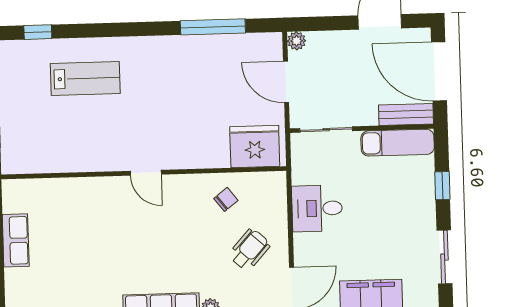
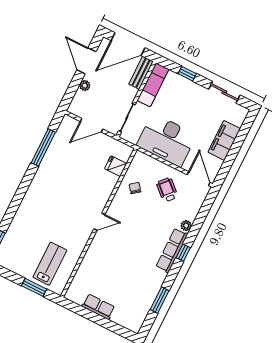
plant: (297, 41) -> (85, 86), moved
lab bench: (85, 78) -> (50, 264), moved
fridge: (255, 146) -> (116, 166), width x0.53, depth x0.75
desk: (317, 208) -> (167, 140), width x1.87, depth x1.30

